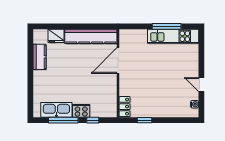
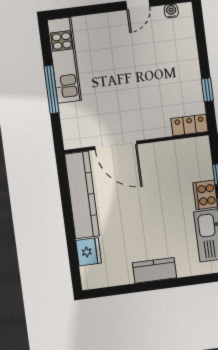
window: (167, 26) -> (52, 89), moved
kitchen counter: (40, 57) -> (154, 270), moved

